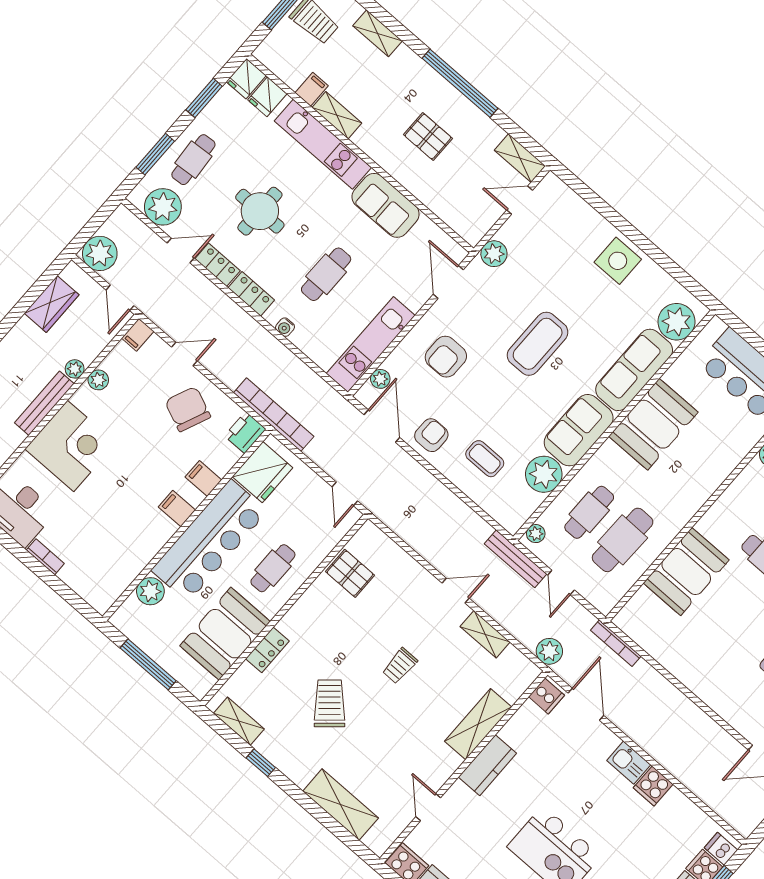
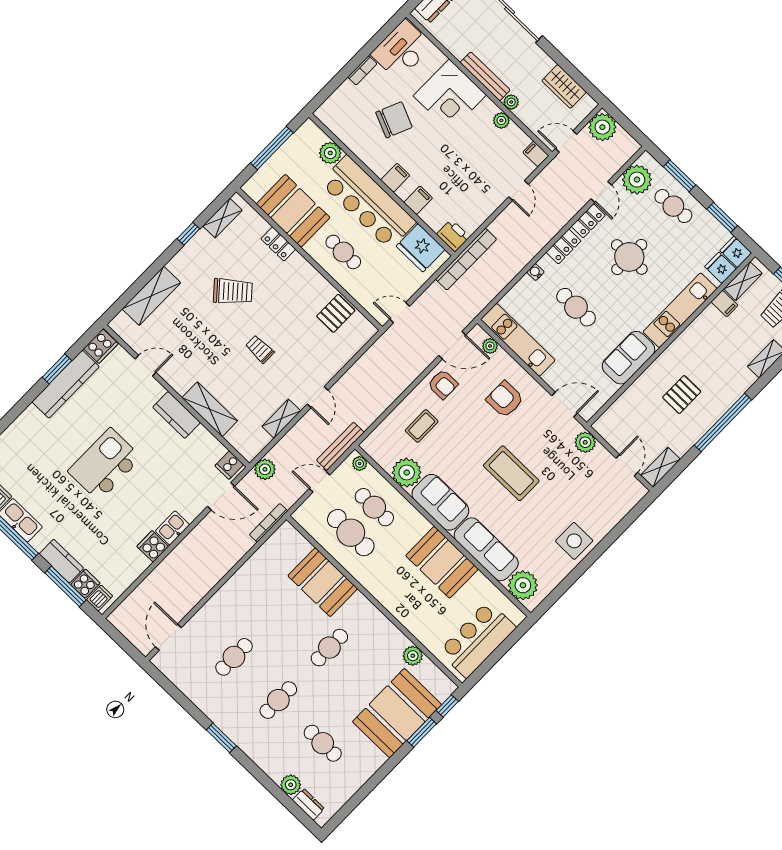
shelving: (337, 115) -> (743, 281), moved
chair: (188, 409) -> (394, 120), moved

